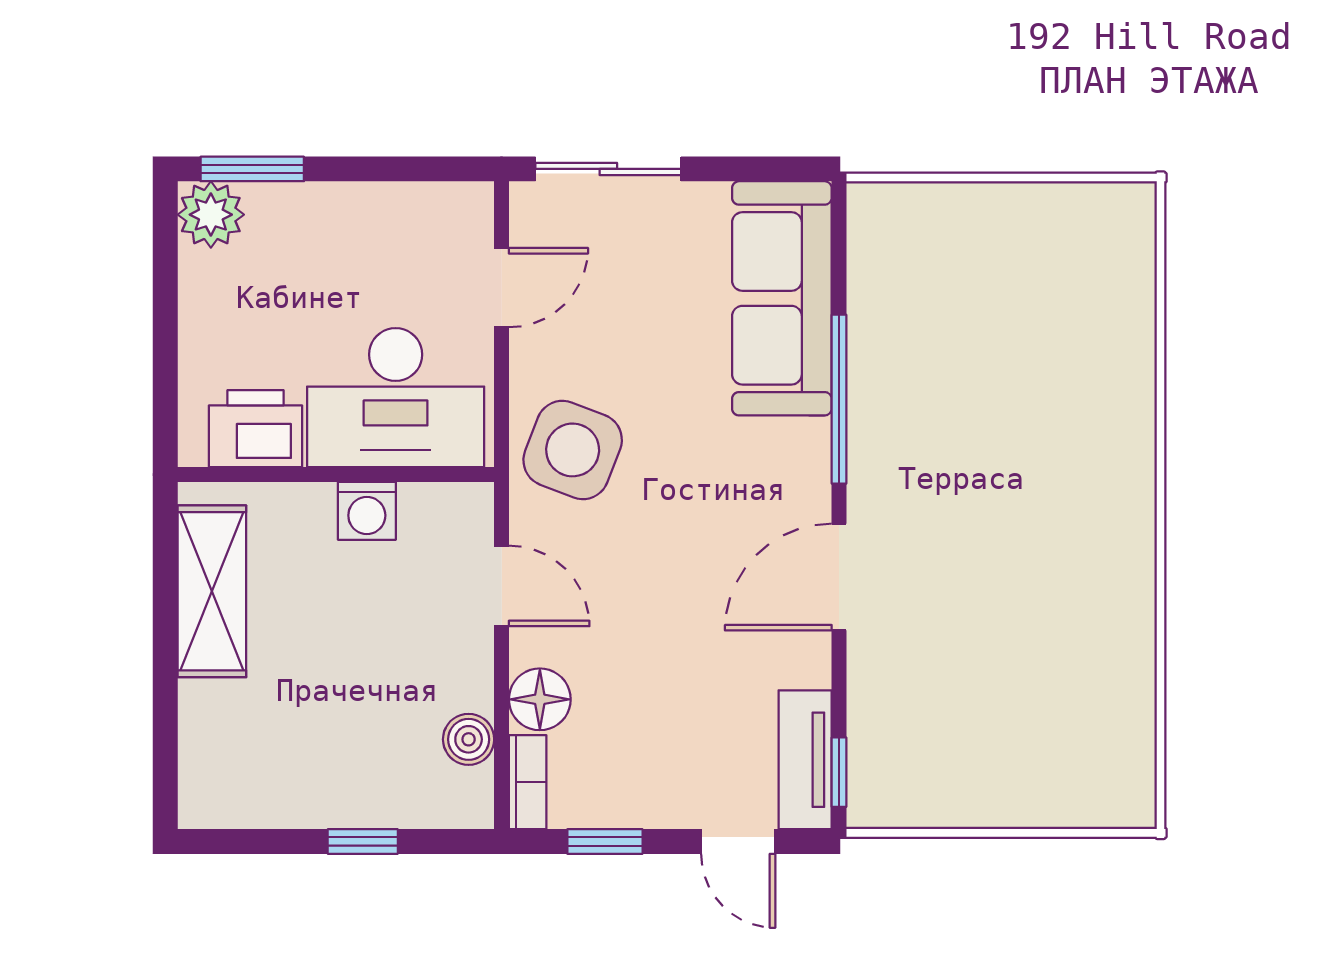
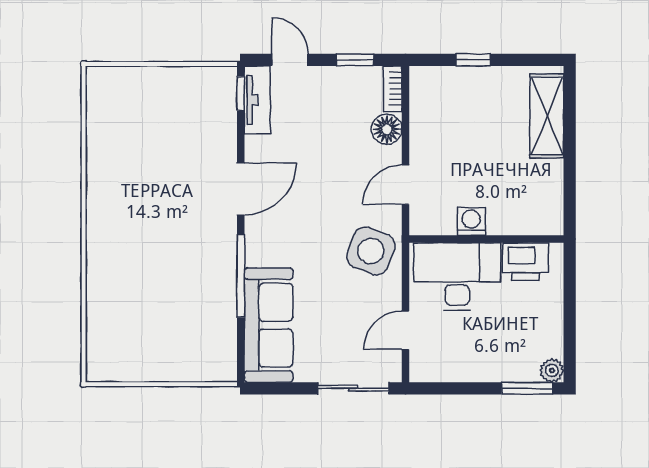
plant: (211, 215) -> (552, 370), width x0.73, depth x0.73
door: (502, 586) -> (405, 185), hinge flipped
shelving: (212, 591) -> (547, 116), moved
boiler: (469, 739) -> (422, 110), removed

